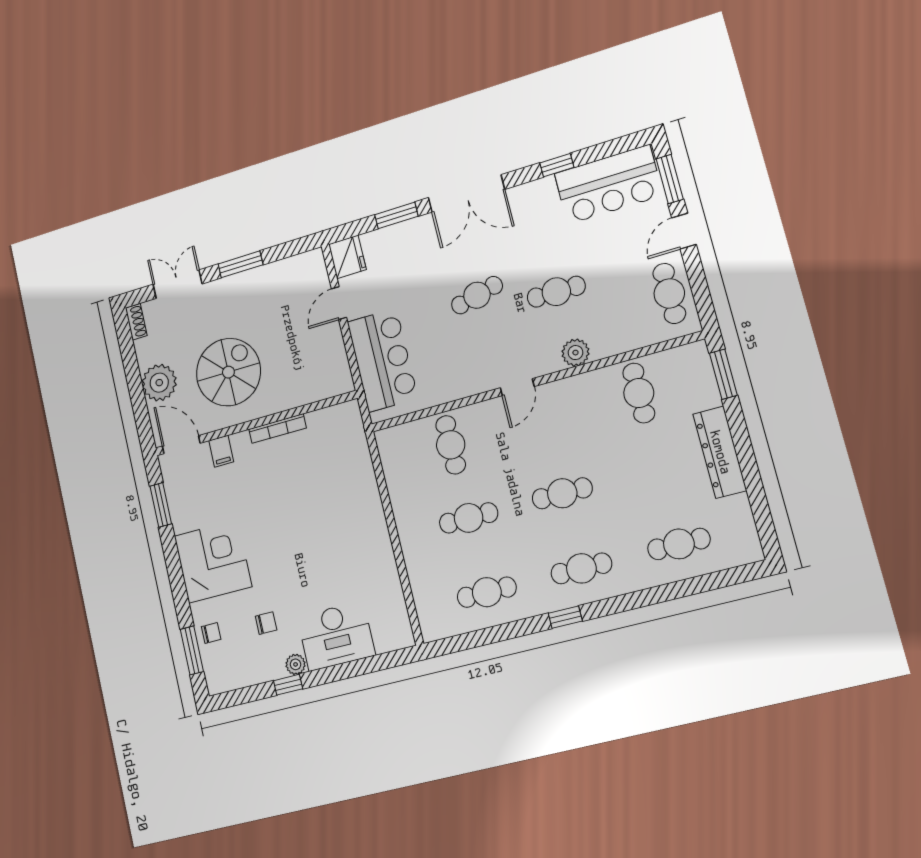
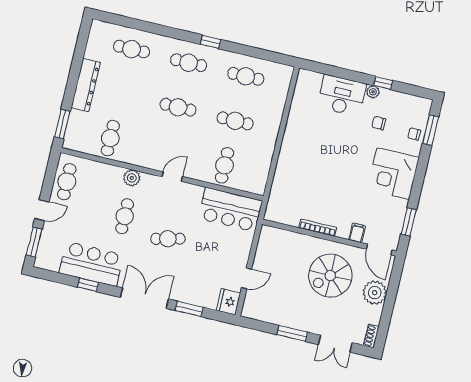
bar counter: (608, 184) -> (91, 264), moved
cafe table: (556, 292) -> (125, 216), turned 90
bar counter: (382, 360) -> (230, 210), moved, turned -90

